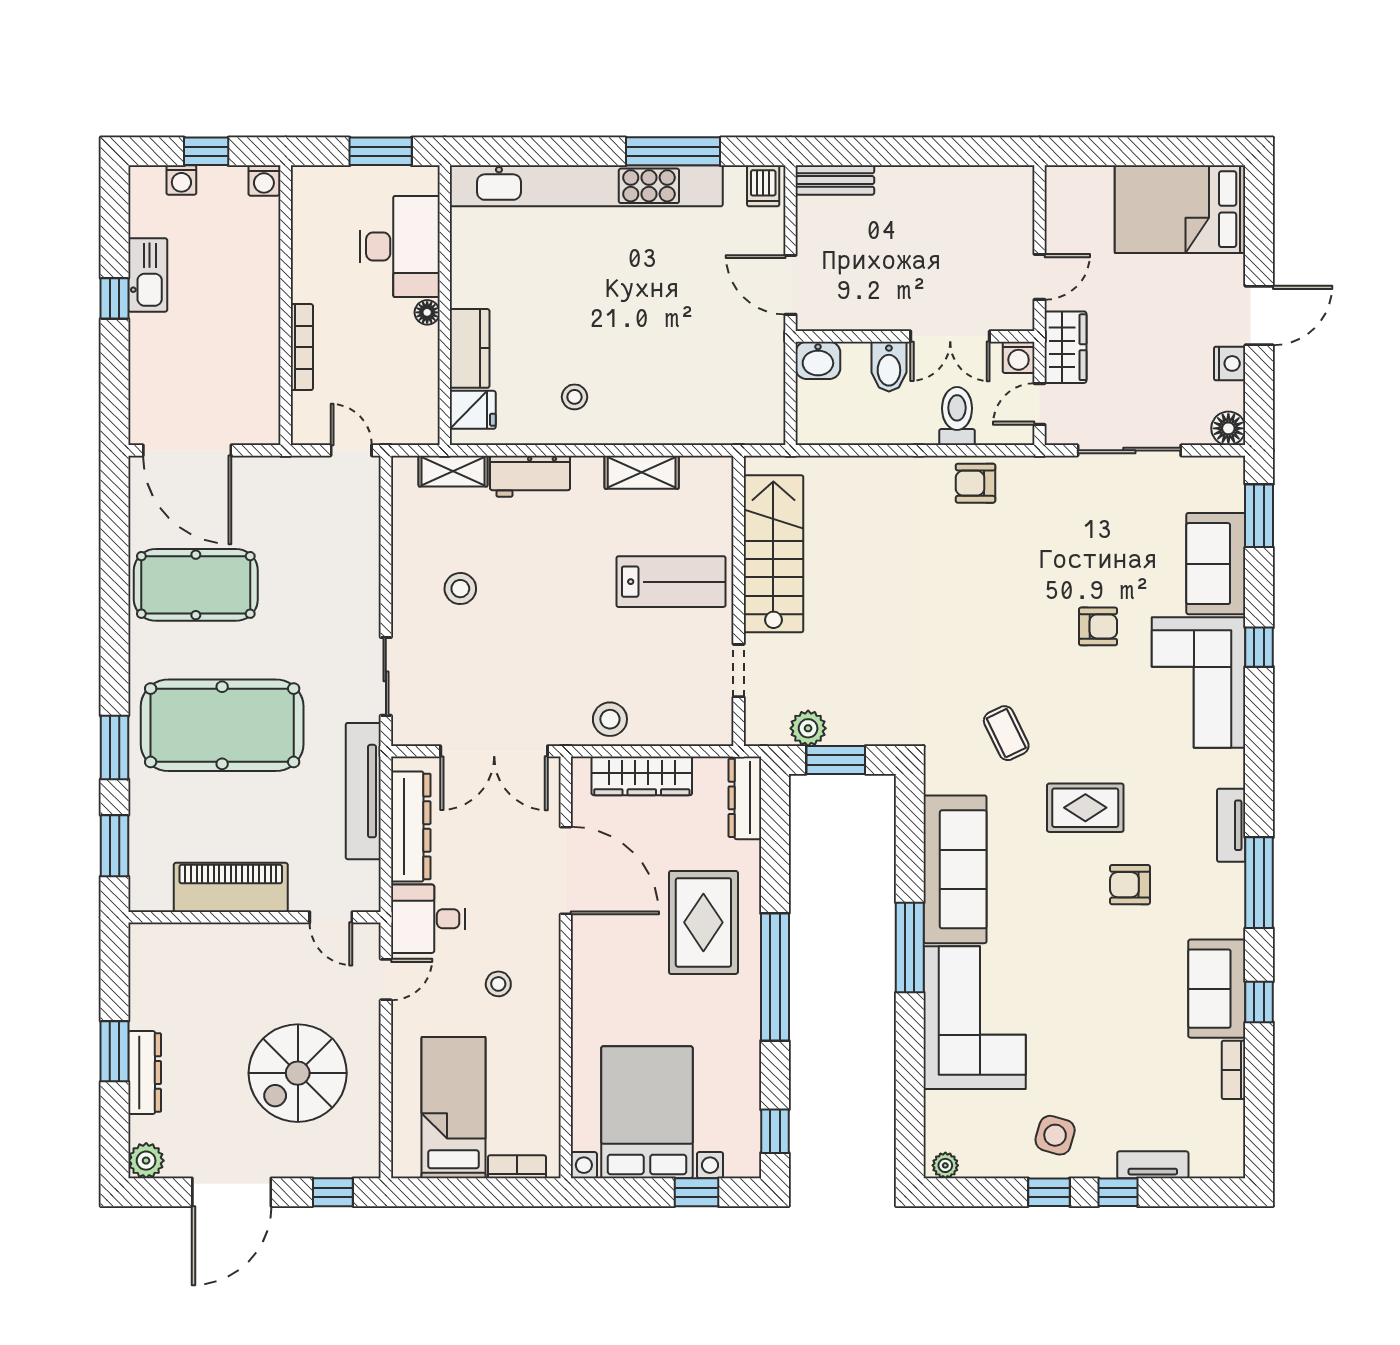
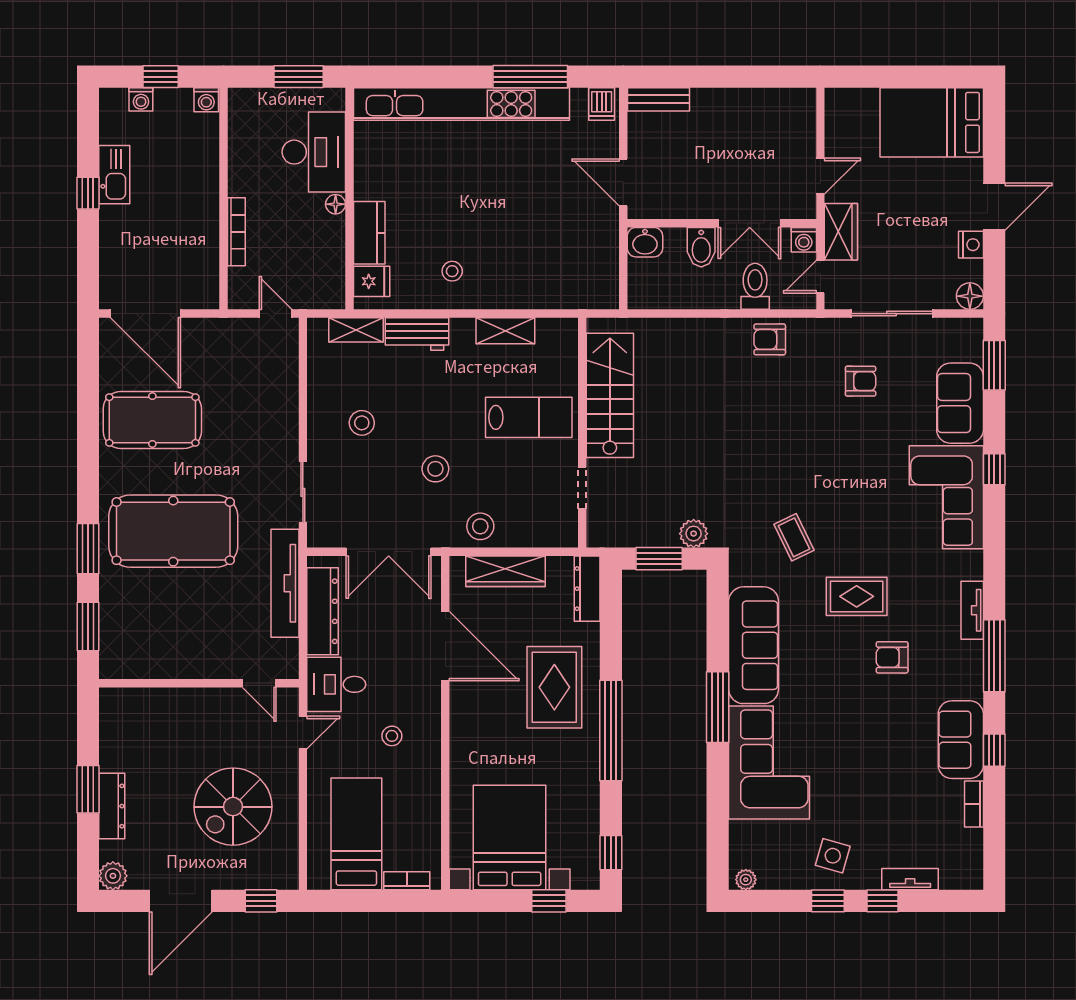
armchair: (1098, 626) -> (861, 381), moved
stool: (553, 647) -> (435, 469), added
plant: (808, 728) -> (694, 534), moved
piano: (231, 887) -> (180, 659), removed

